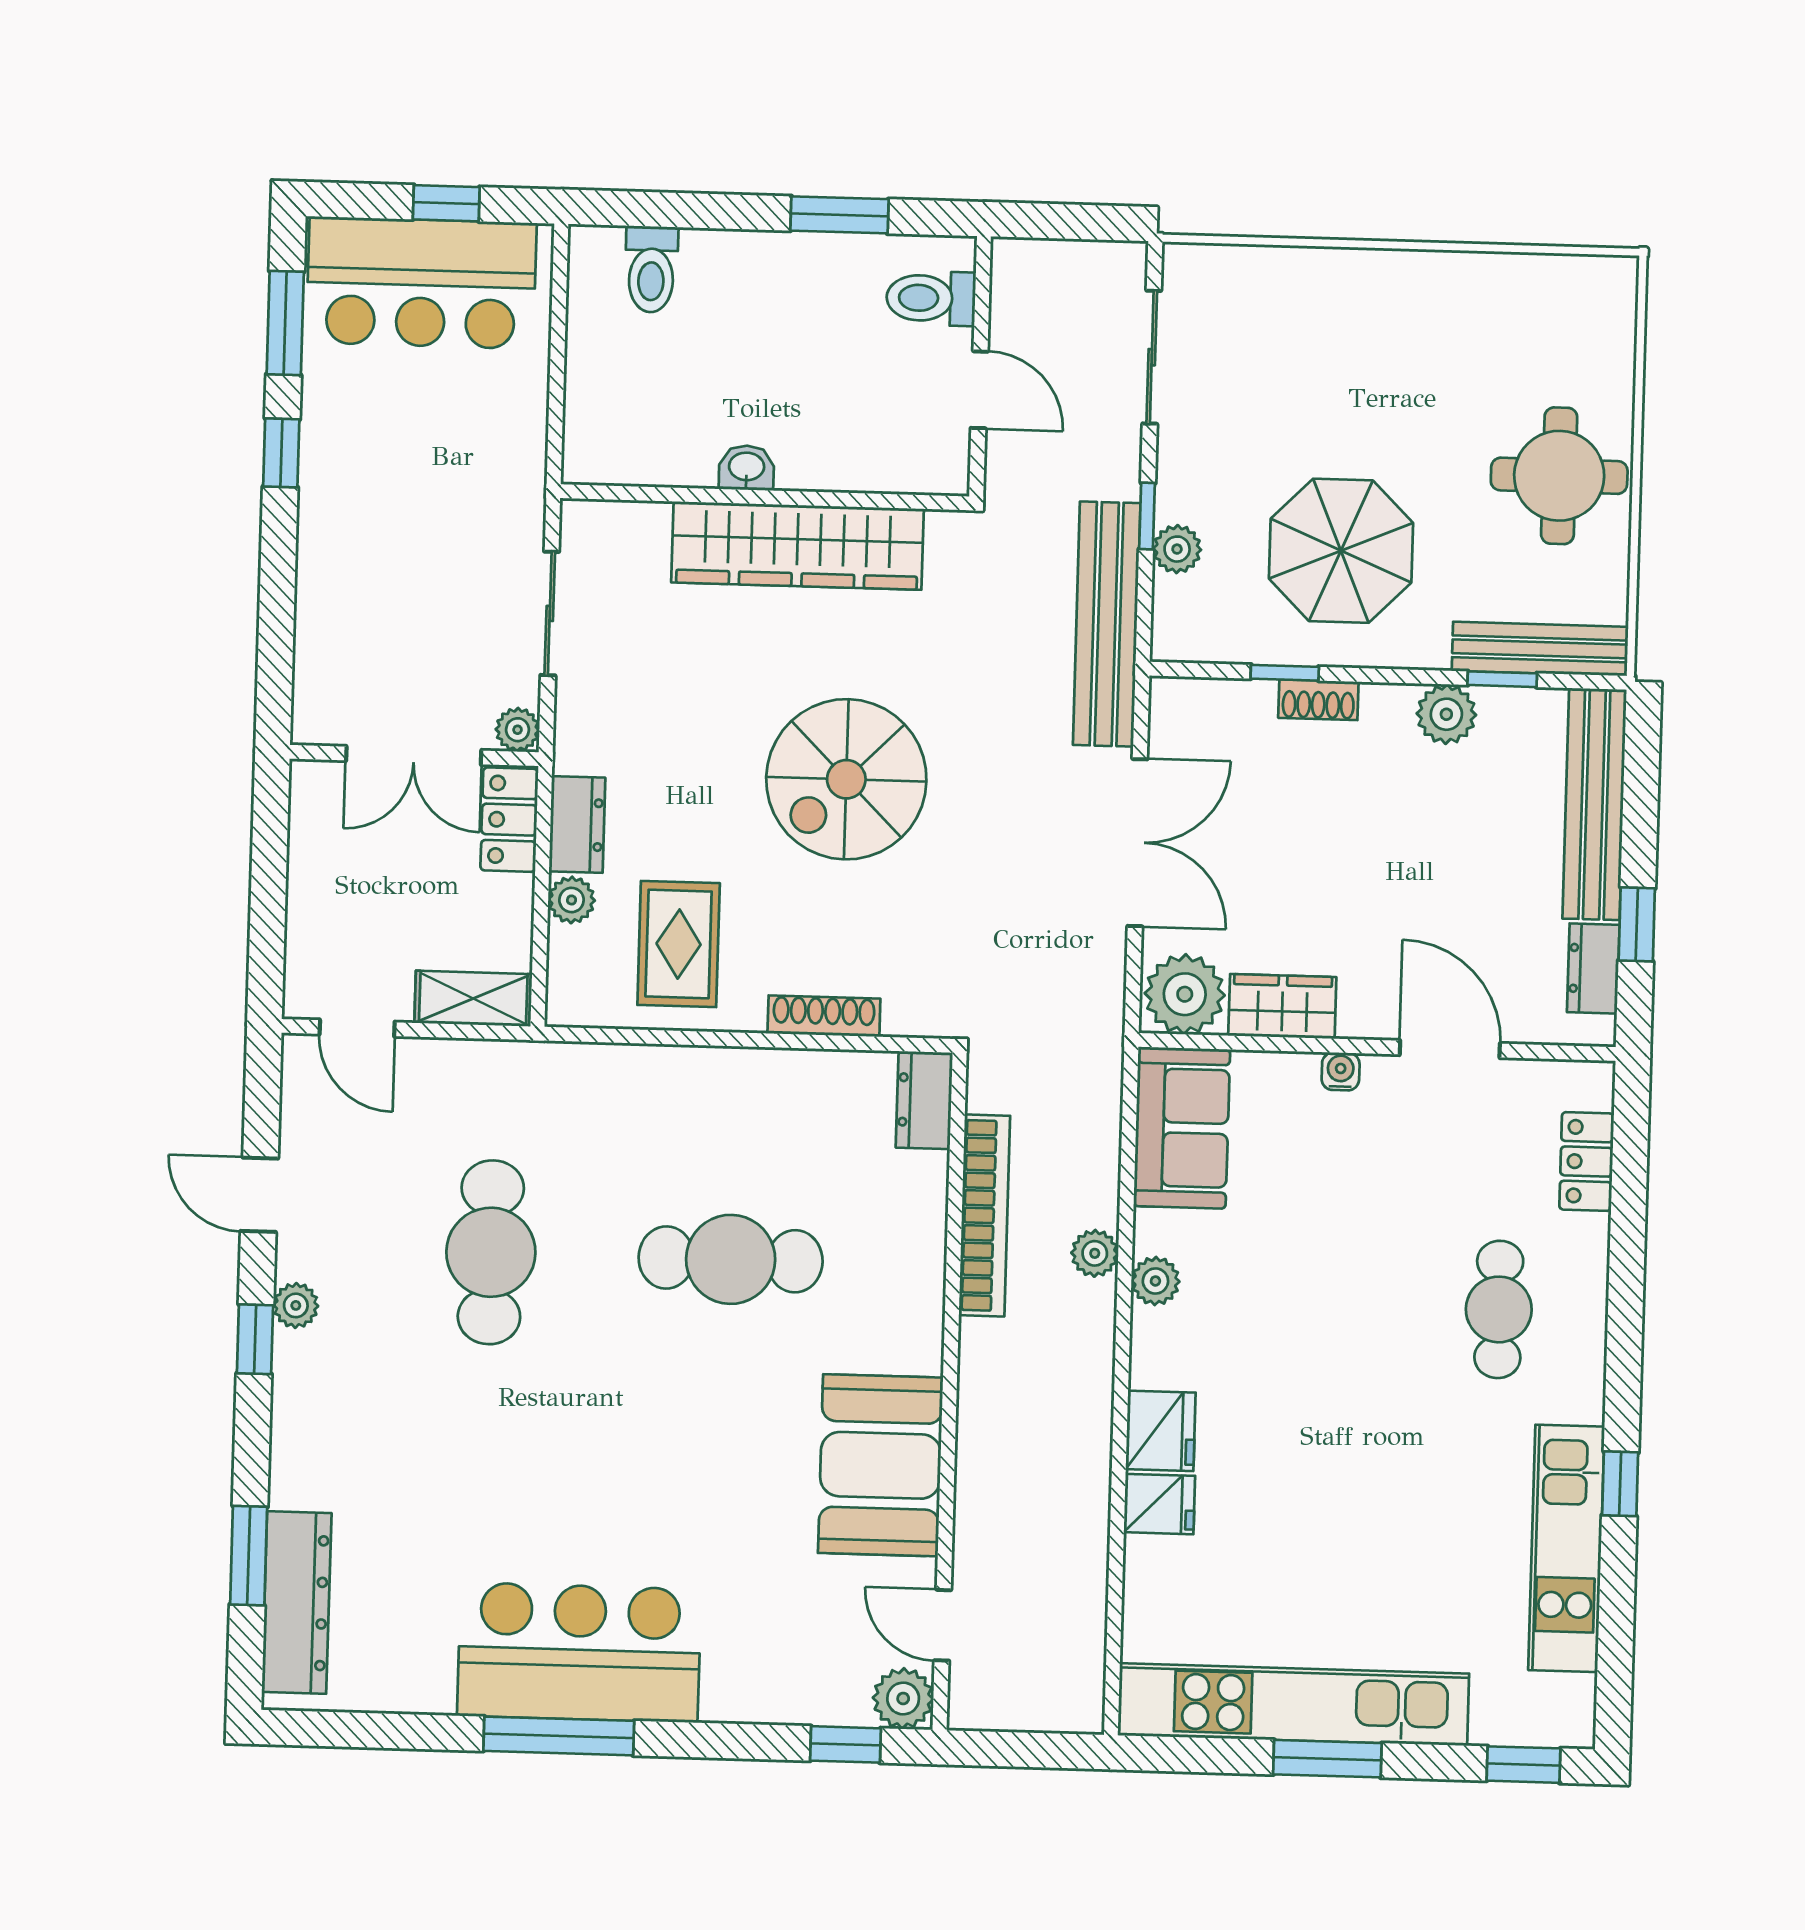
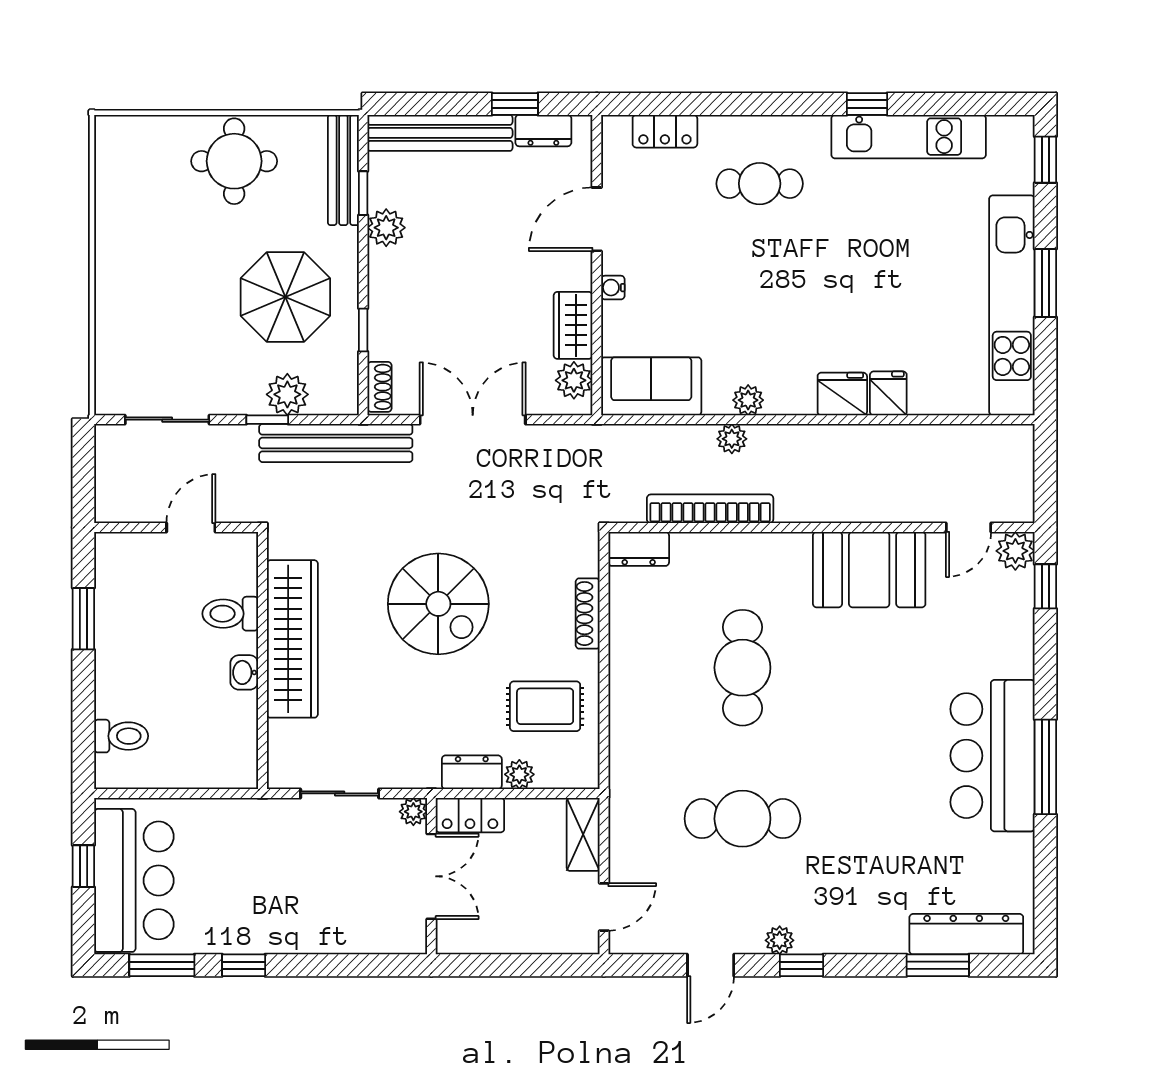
toilet: (931, 298) -> (230, 614), moved, turned 90
plant: (1177, 549) -> (287, 394), width x1.38, depth x1.38
shoe rack: (1318, 700) -> (380, 387), moved
plant: (1185, 994) -> (574, 380), width x0.73, depth x0.73

